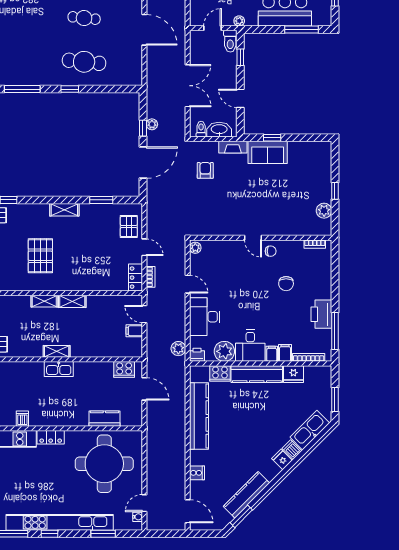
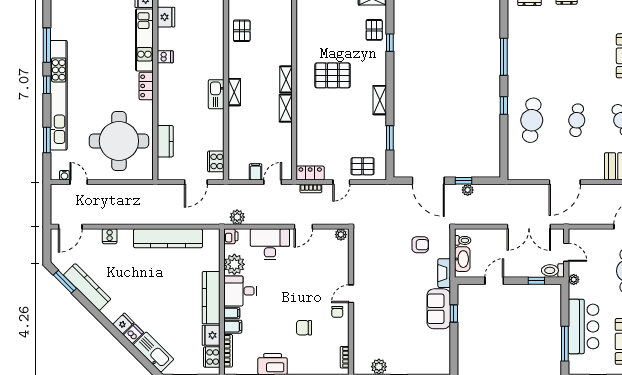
double door: (188, 86) -> (529, 227), moved
cooker: (220, 373) -> (212, 357), moved

